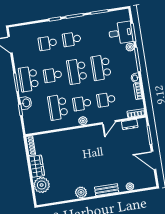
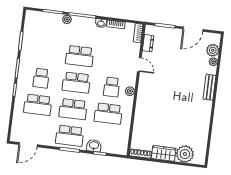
desk: (121, 33) -> (49, 25), removed
school desk: (48, 43) -> (38, 105), width x1.85
school desk: (53, 75) -> (73, 109), width x1.85
school desk: (106, 100) -> (115, 60), removed
plant: (81, 192) -> (213, 50), moved

